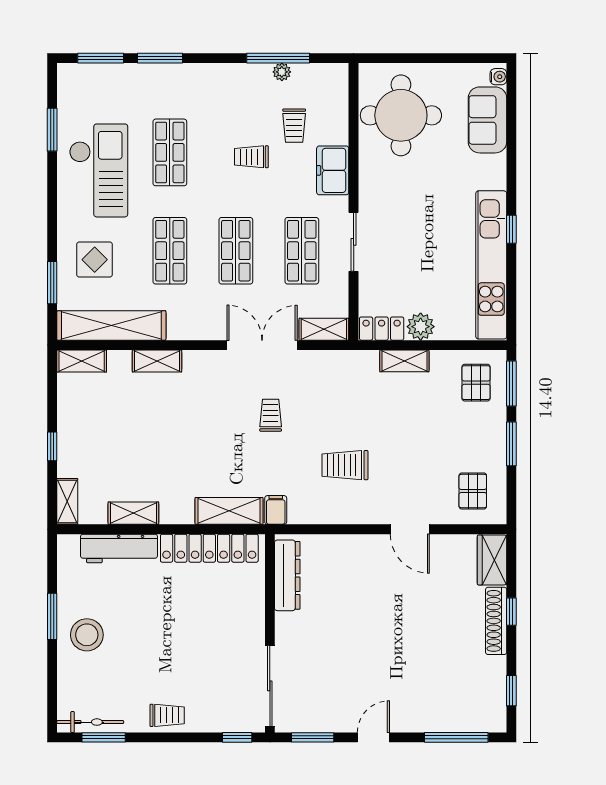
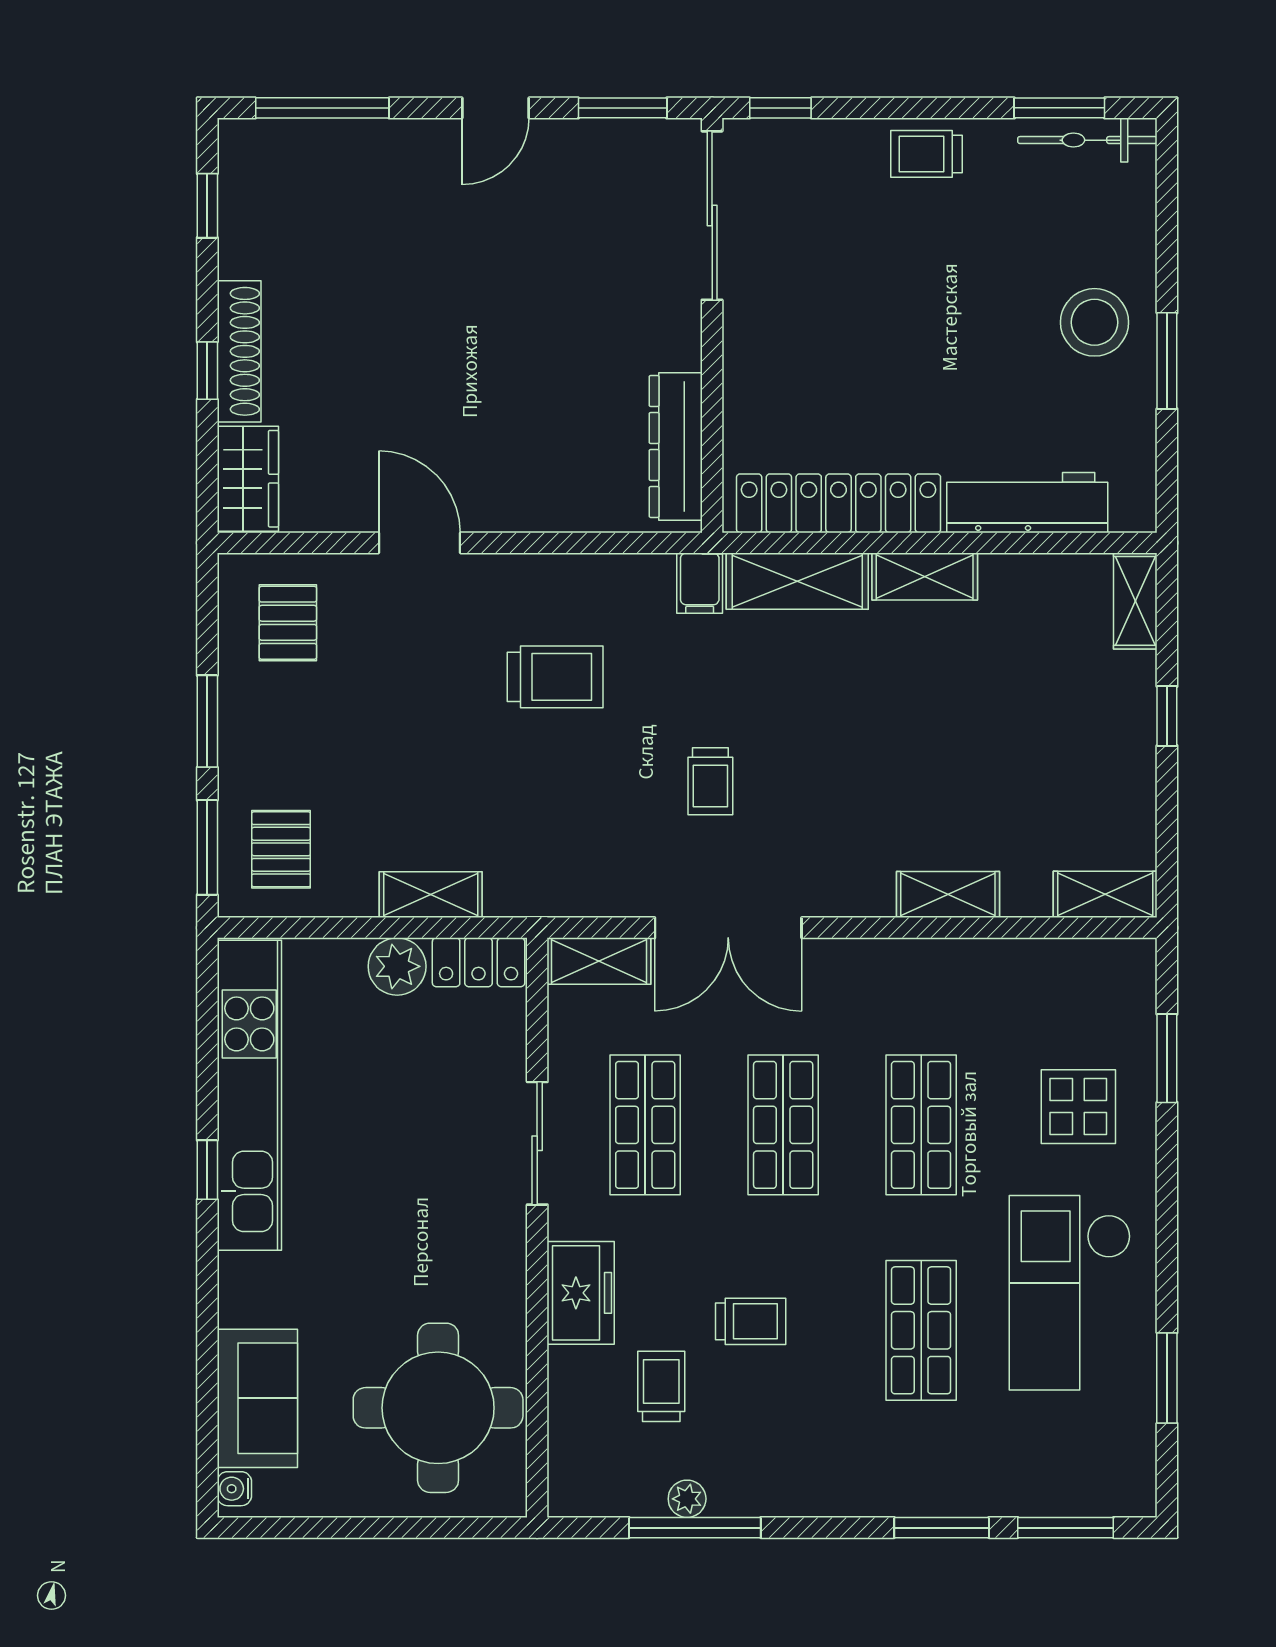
shelving: (111, 325) -> (1043, 969), removed
shelving: (133, 513) -> (925, 577), moved

